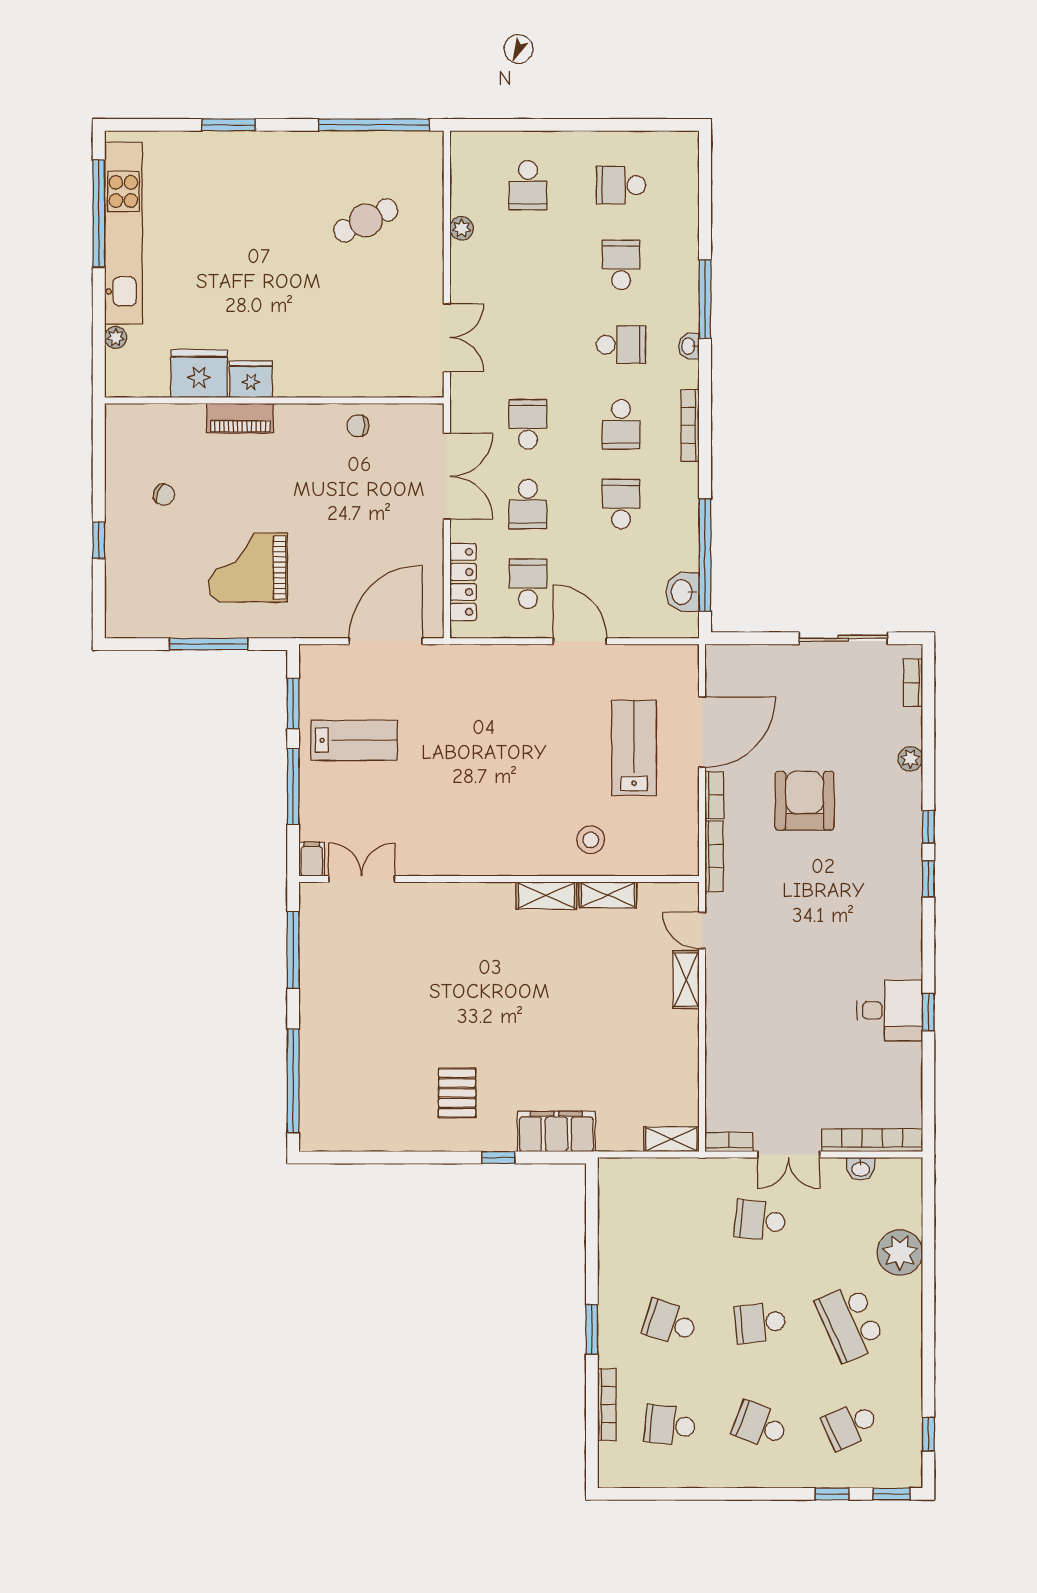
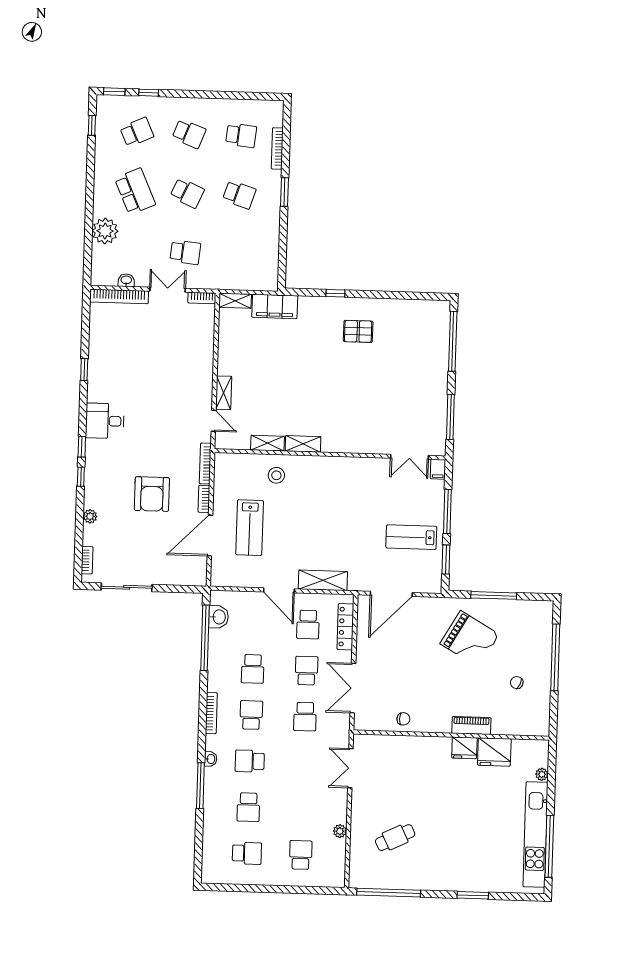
window: (99, 540) -> (555, 657), width x3.17
grand piano: (248, 568) -> (470, 639), turned 30
shelving: (505, 661) -> (323, 580), added
desk: (890, 1011) -> (105, 421), moved
pallet: (457, 1093) -> (358, 331), turned 90
filing cabinet: (556, 1131) -> (275, 306), moved
school desk: (760, 1323) -> (187, 193), turned 30

